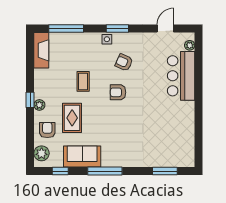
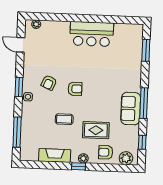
fireplace: (41, 50) -> (55, 156), moved
bar counter: (181, 76) -> (92, 34), moved
armchair: (118, 92) -> (75, 89), turned -90
sofa: (82, 156) -> (131, 109), moved

